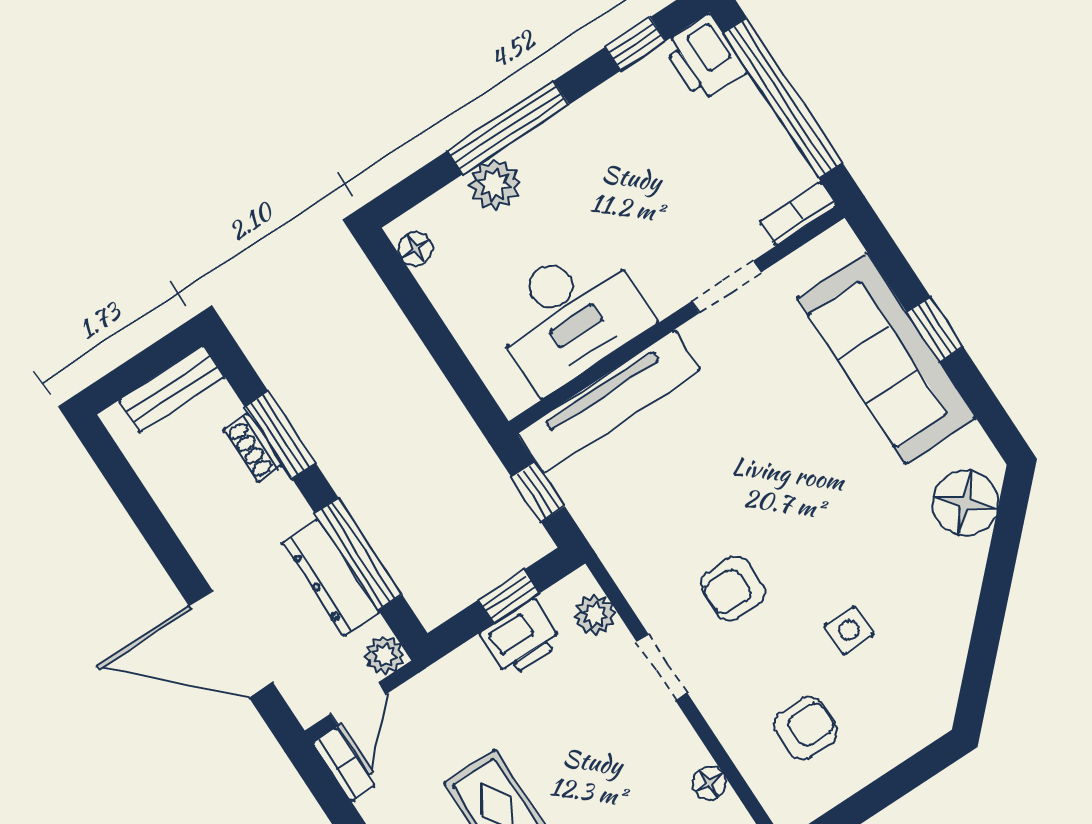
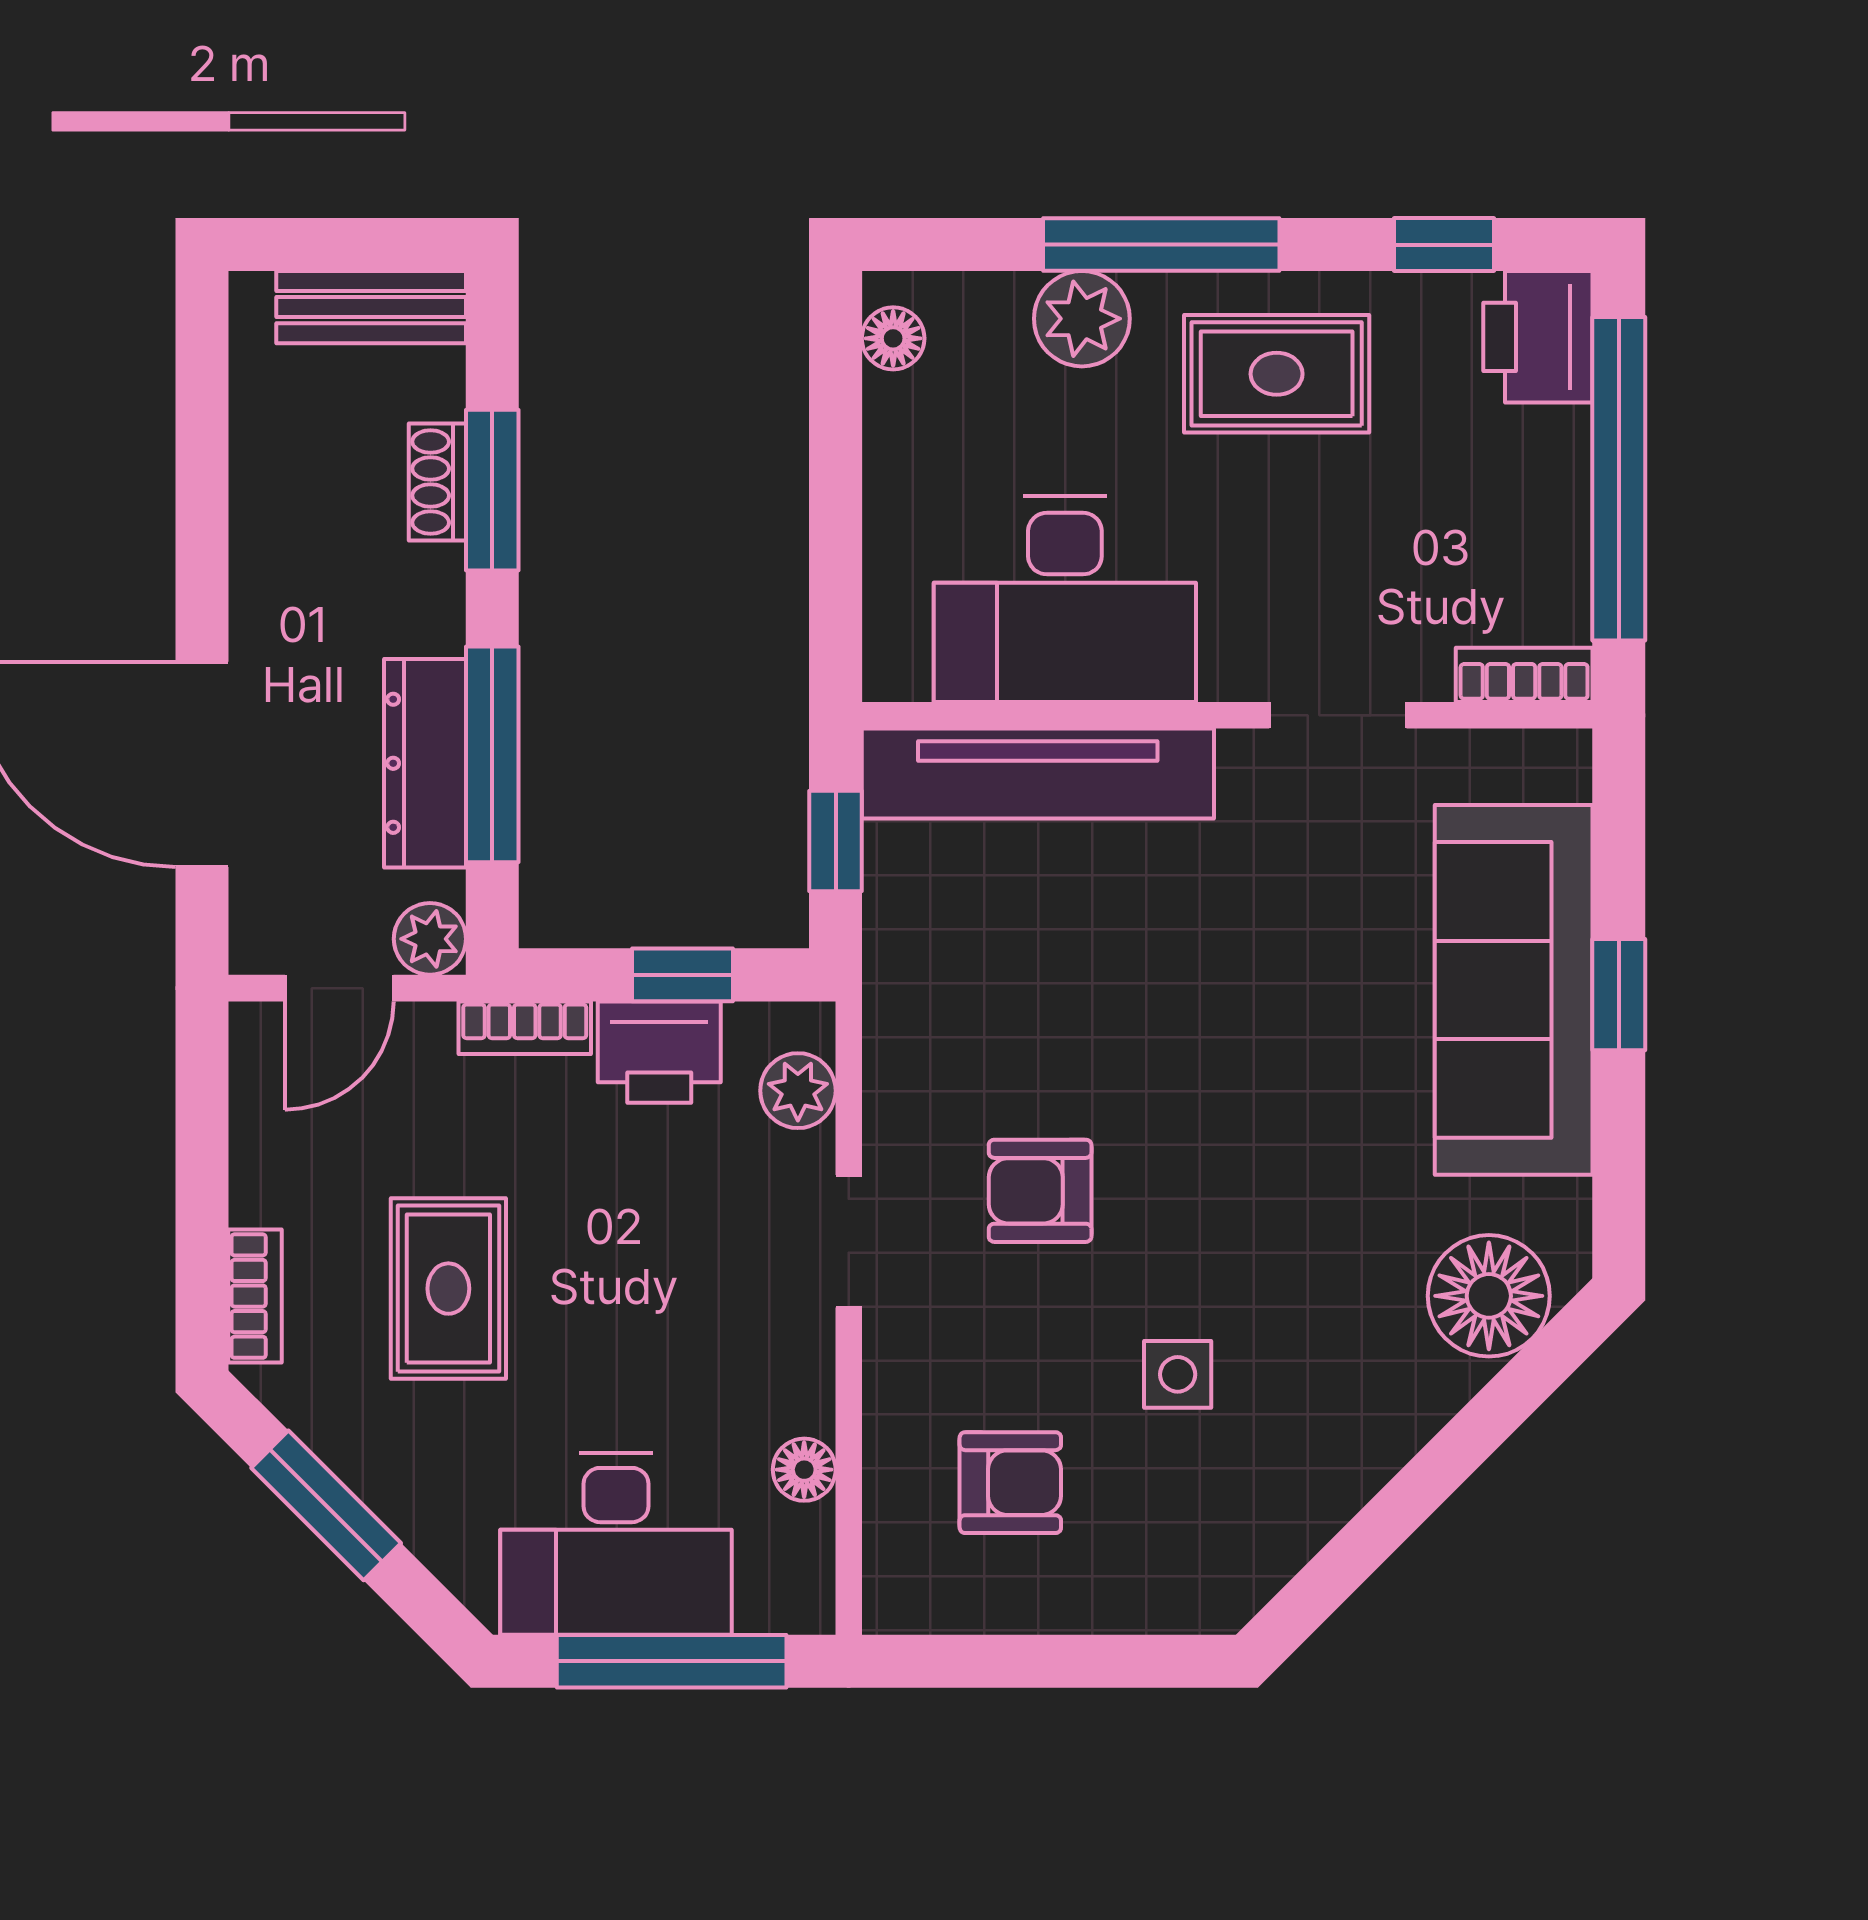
rug: (598, 152) -> (1277, 374), added
bookcase: (344, 764) -> (525, 1028), moved, turned 90

